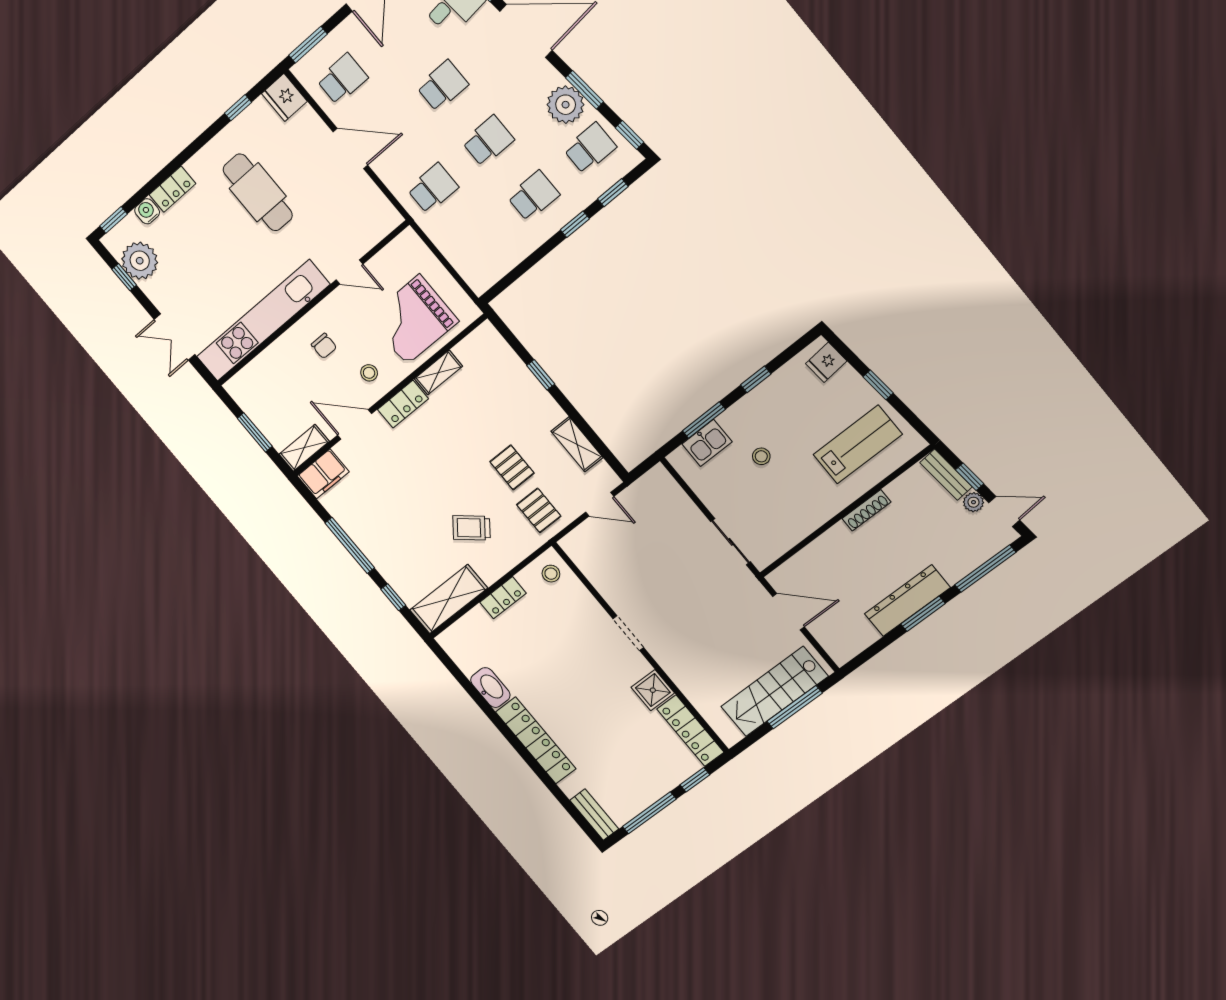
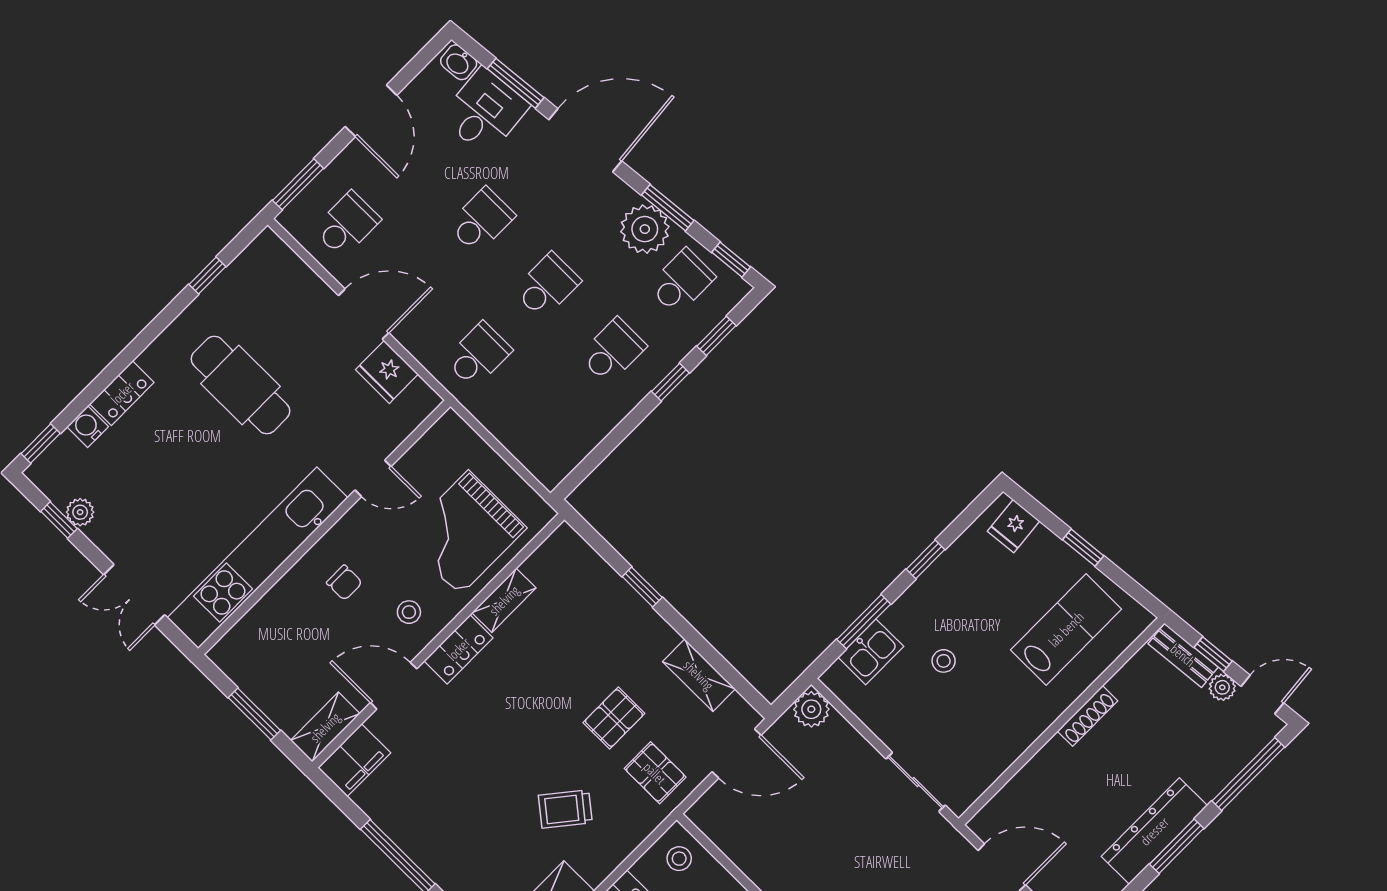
fridge: (284, 97) -> (387, 372), moved
plant: (140, 261) -> (80, 512), width x0.53, depth x0.53
pallet: (512, 467) -> (614, 718), turned 90
plant: (658, 479) -> (811, 709), added
door: (600, 504) -> (737, 753), width x1.38

